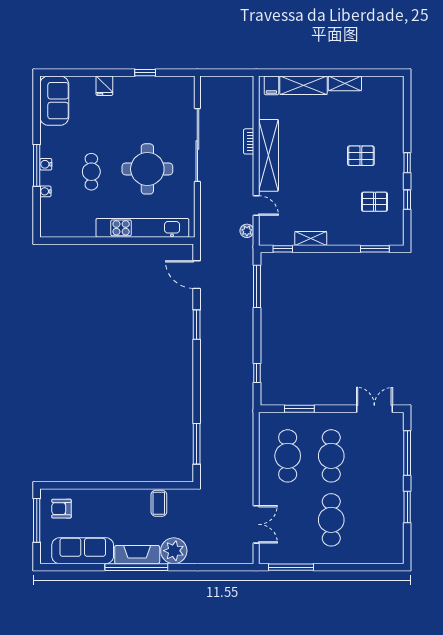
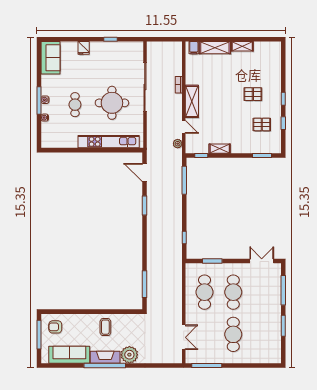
shelving: (268, 155) -> (192, 101), width x0.68
coffee table: (159, 503) -> (105, 327), moved

